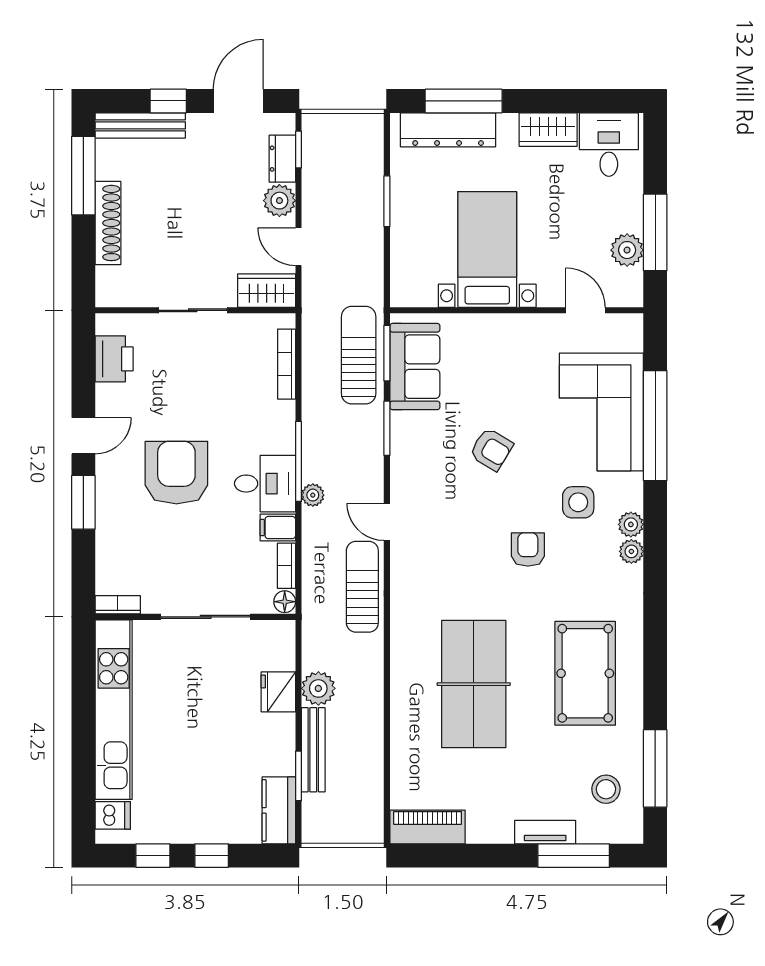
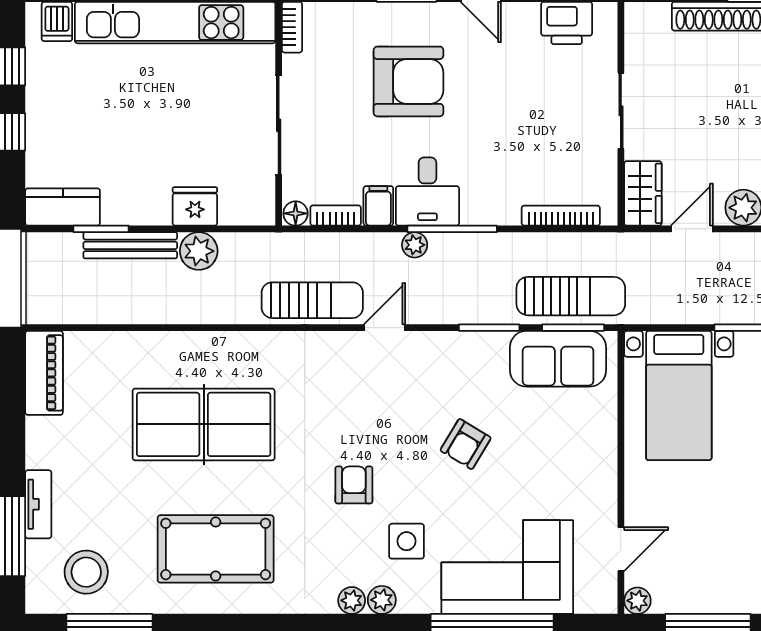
bed with nightstands: (487, 249) -> (679, 396), moved, turned 90
plant: (627, 250) -> (637, 601), moved, width x0.73, depth x0.73
armchair: (176, 473) -> (408, 81), moved
armchair: (528, 549) -> (354, 485), turned -90
stool: (606, 789) -> (86, 572), width x1.38, depth x1.38

